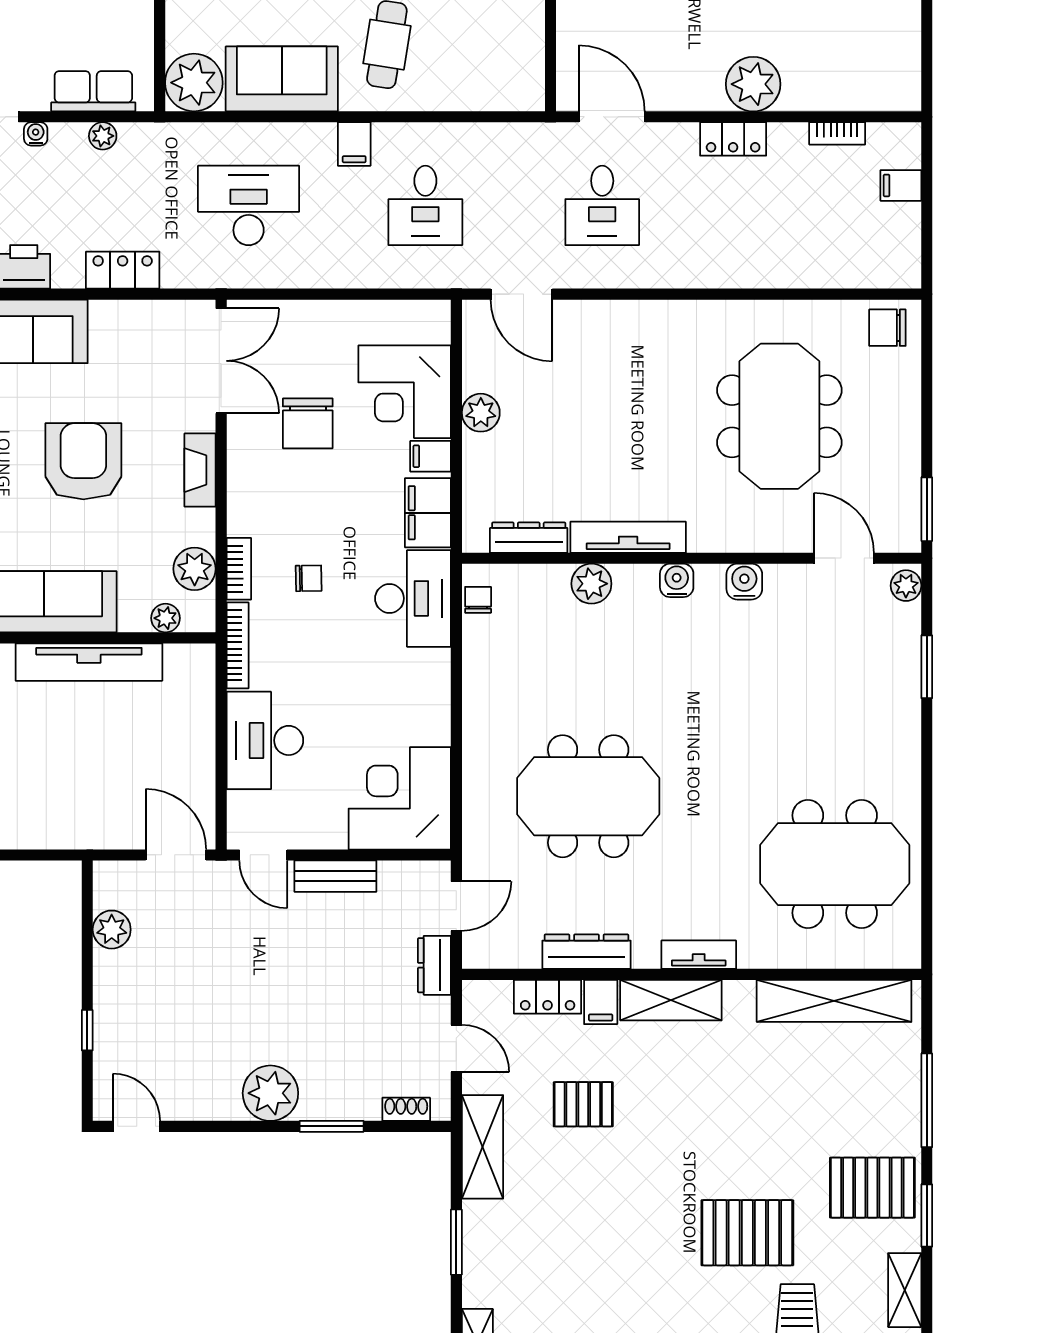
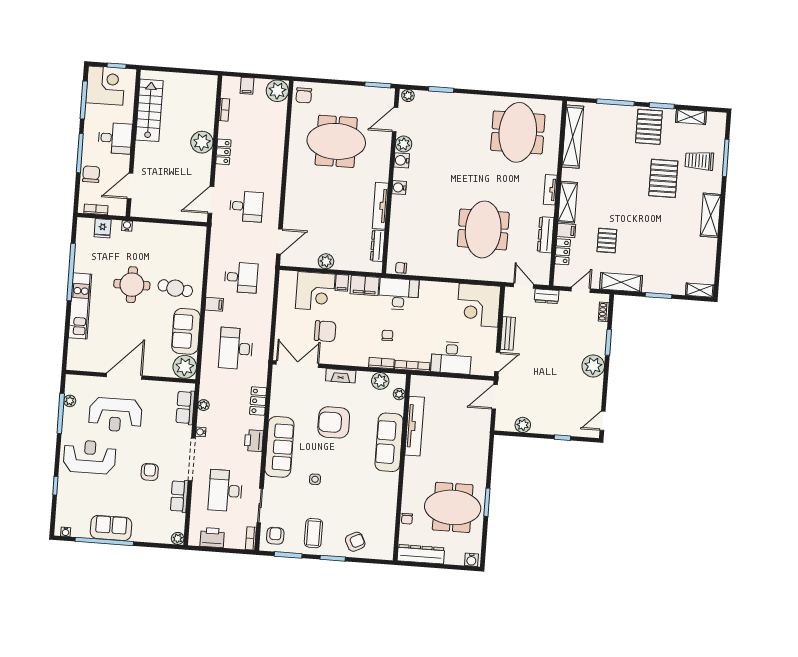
plant: (894, 261) -> (277, 91), added
plant: (591, 584) -> (404, 144), moved

